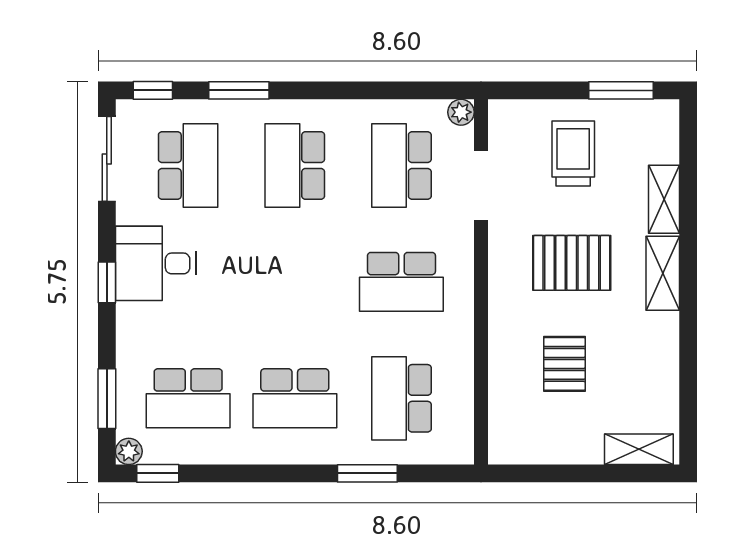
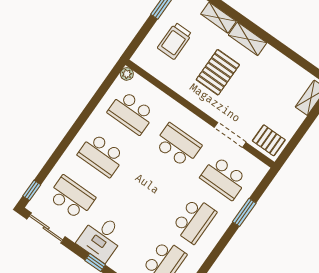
window: (239, 90) -> (56, 156), removed
trolley: (573, 154) -> (175, 41), turned -90
doorway: (481, 185) -> (230, 135), moved
school desk: (401, 282) -> (178, 145), turned -90
pallet: (564, 364) -> (269, 140), moved

